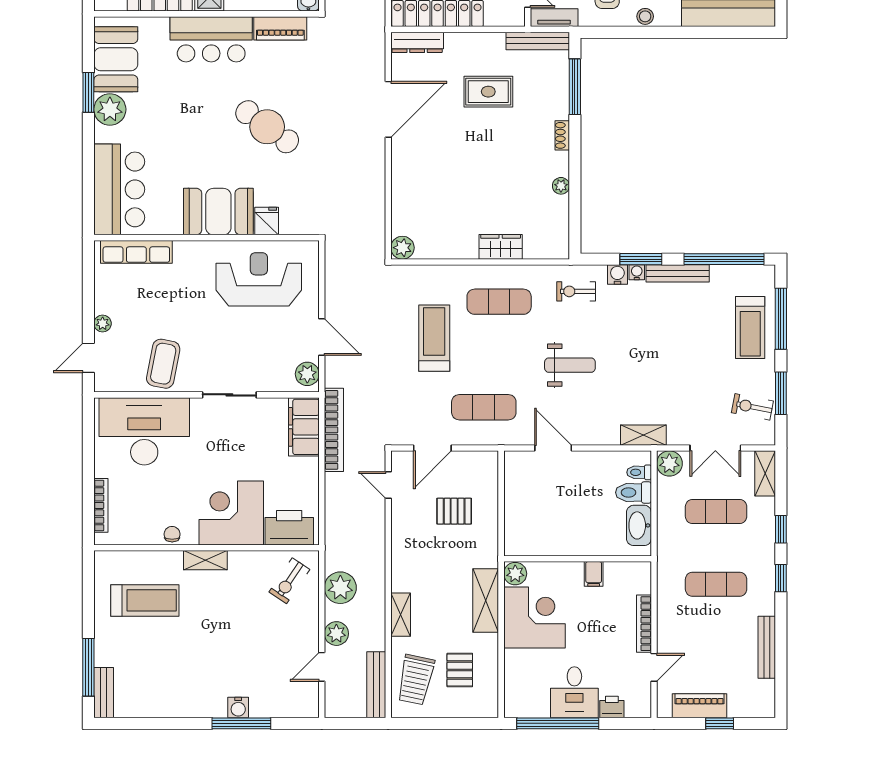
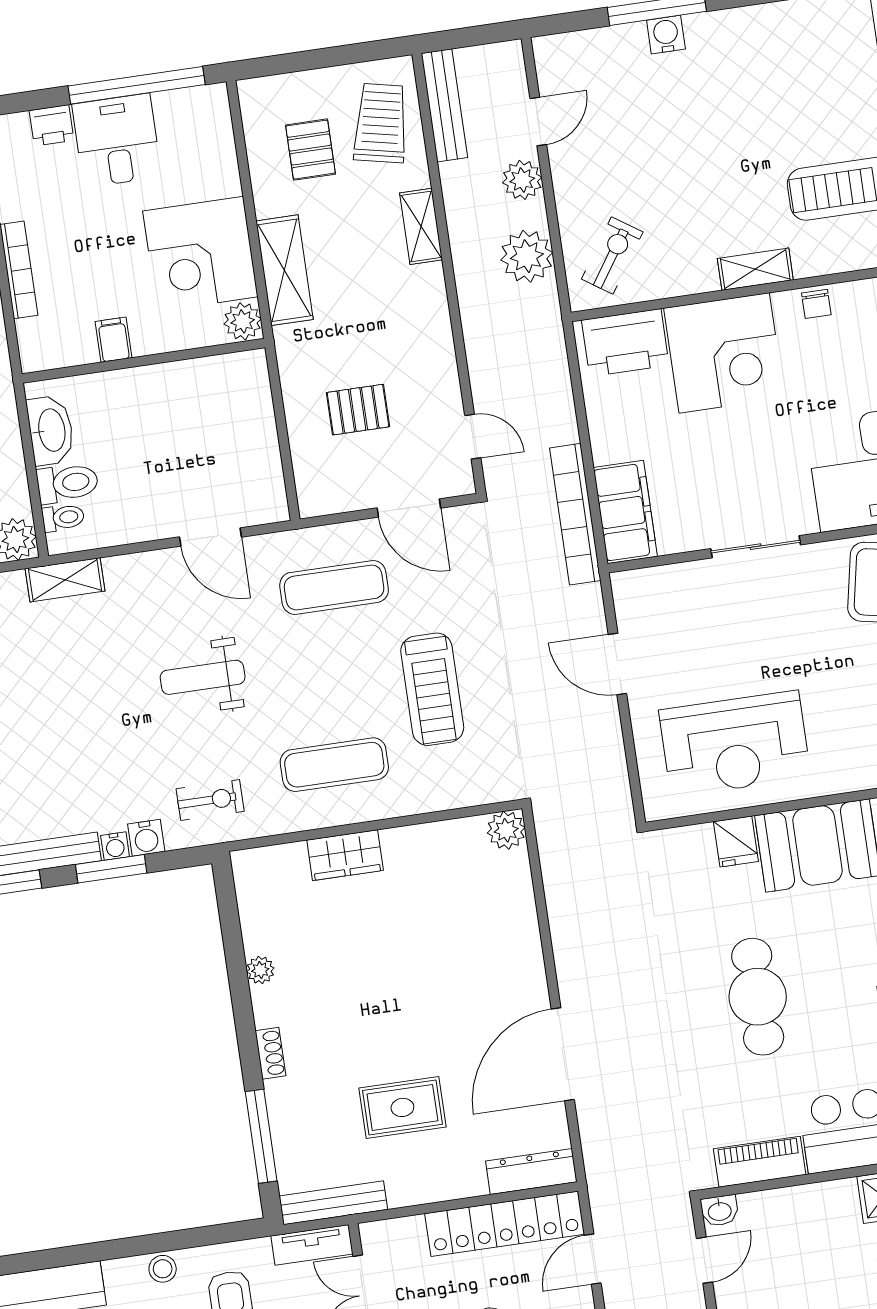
cafe table: (267, 127) -> (758, 997), turned 54
plant: (307, 374) -> (632, 600), removed
door: (432, 448) -> (409, 508), swing flipped

